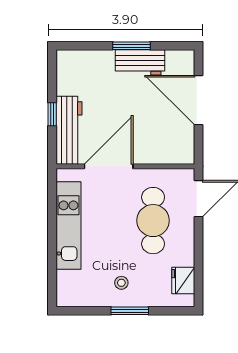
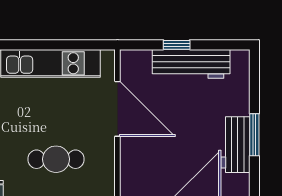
workbench: (69, 130) -> (191, 64), moved
cafe table: (153, 221) -> (56, 159), width x0.73, depth x0.74

